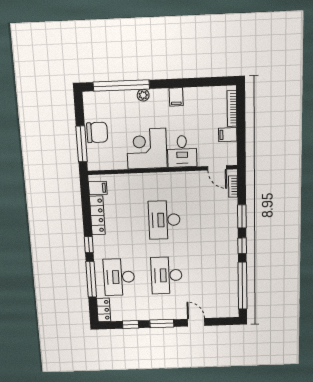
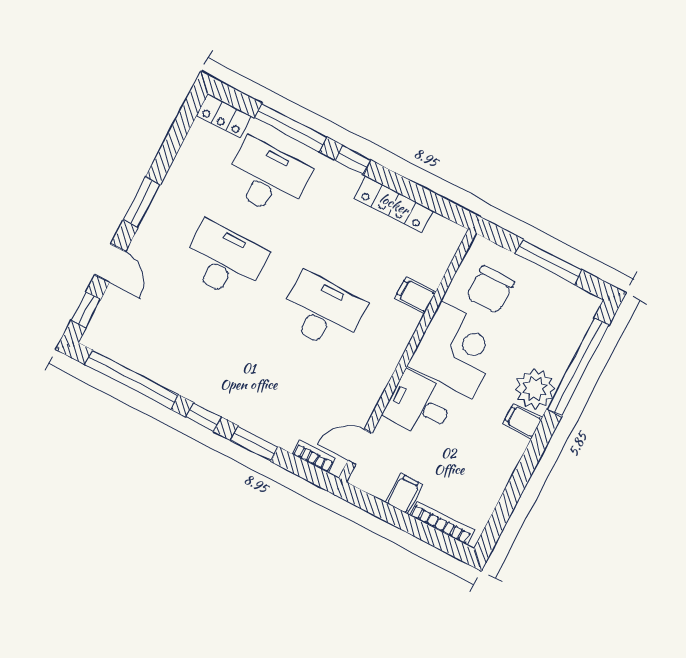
plant: (143, 95) -> (535, 389), width x1.87, depth x1.87
filing cabinet: (176, 97) -> (523, 421), moved
chair: (97, 132) -> (490, 290), moved
window: (82, 144) -> (548, 262), moved
filing cabinet: (98, 188) -> (415, 295), moved, turned 90
door: (196, 322) -> (110, 263), hinge flipped
window: (131, 325) -> (86, 310), moved

